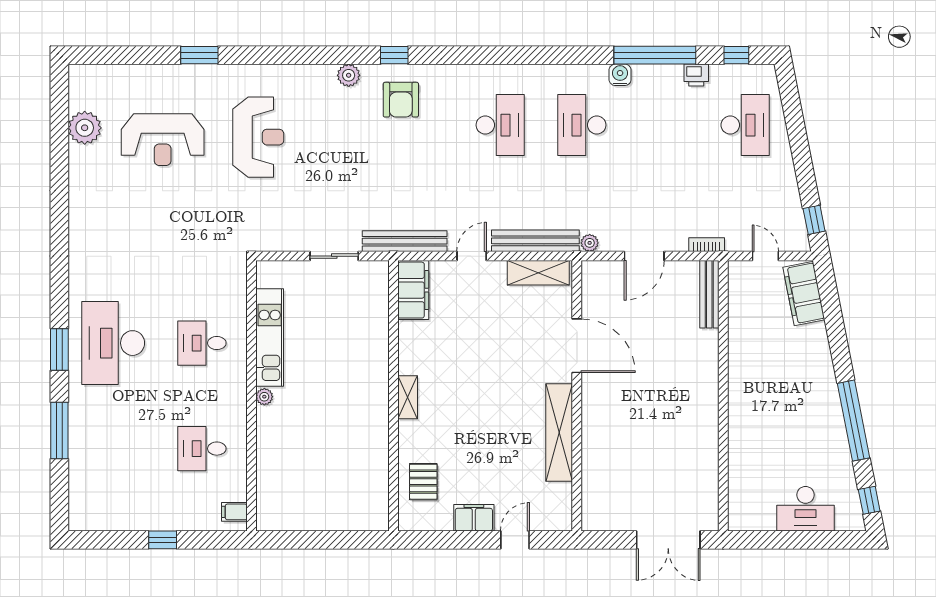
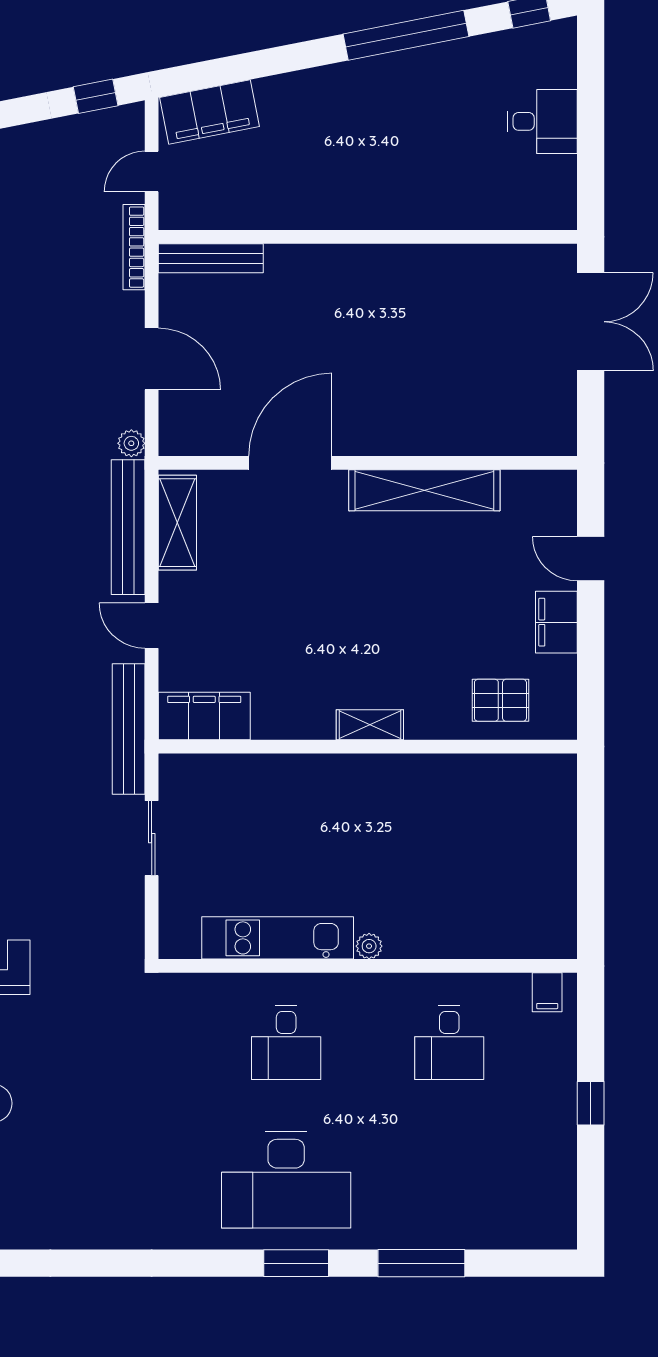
bookcase: (707, 245) -> (134, 247), width x1.56
desk: (806, 509) -> (542, 121), width x0.73

